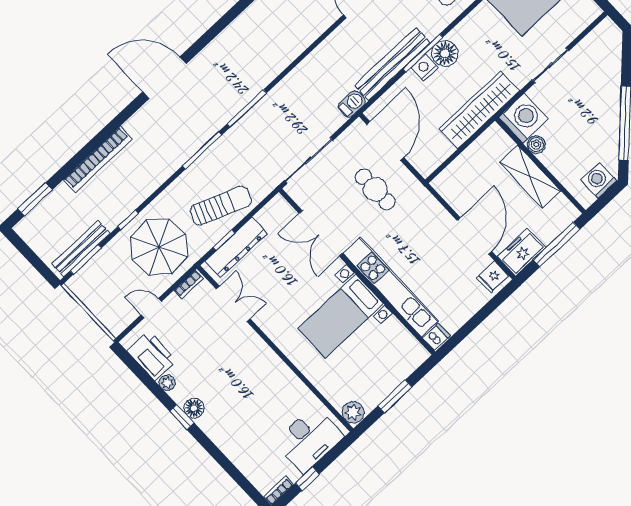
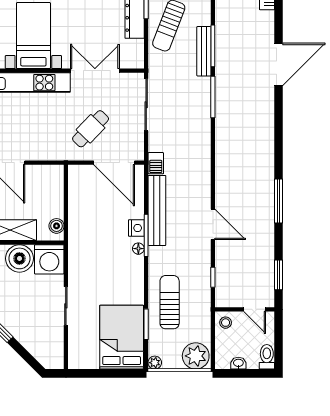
floor lamp: (445, 53) -> (138, 249), width x0.53, depth x0.53
wardrobe: (479, 110) -> (79, 237), removed
boiler: (488, 139) -> (57, 226), added
boiler: (536, 145) -> (19, 258), width x1.86, depth x1.86
bench: (214, 154) -> (204, 51), added
cafe table: (375, 189) -> (91, 129), turned -46

